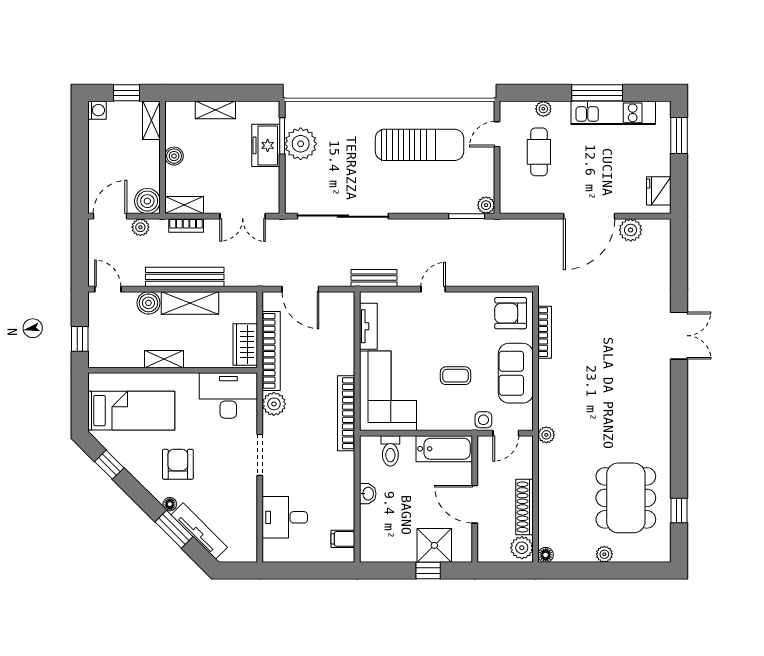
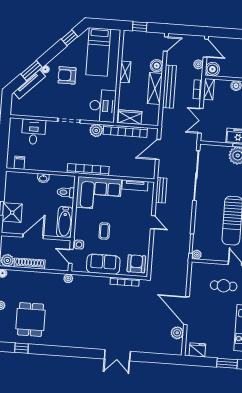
armchair: (178, 464) -> (67, 75), turned 180
dining table: (626, 498) -> (30, 319), width x0.73

